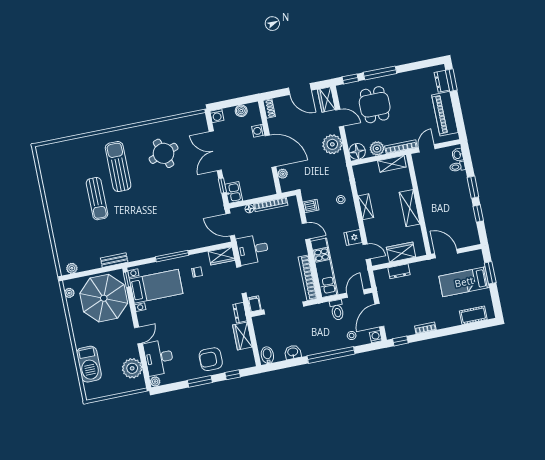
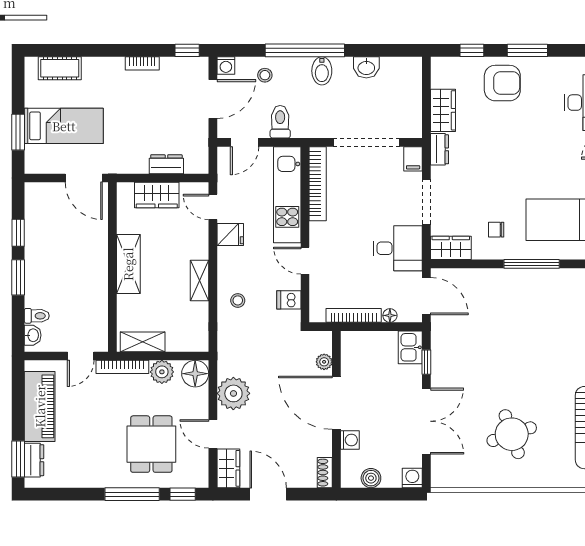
bidet: (267, 355) -> (322, 71), moved

